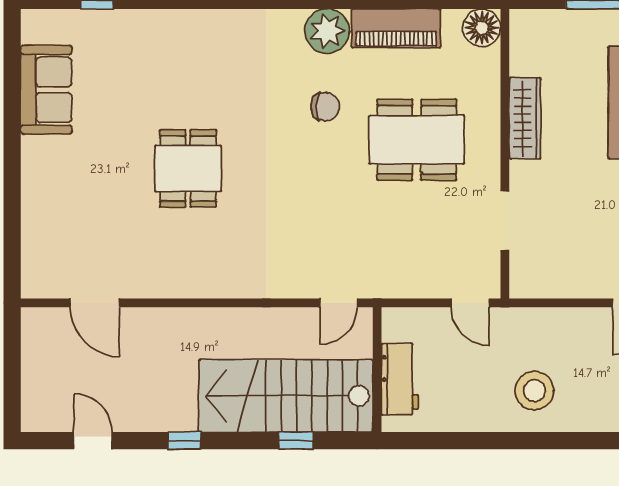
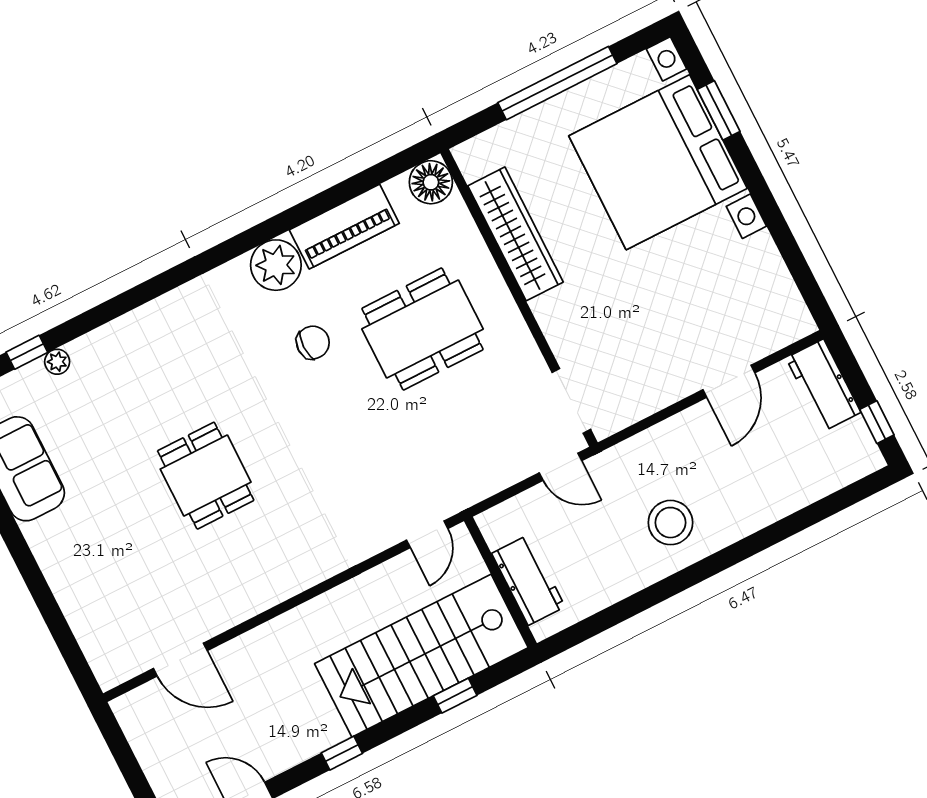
plant: (117, 20) -> (57, 362), added
wardrobe: (525, 118) -> (516, 234), width x1.40, depth x1.17
doorway: (505, 221) -> (571, 401), moved

